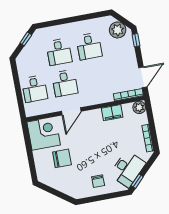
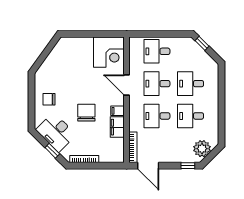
window: (26, 39) -> (202, 43), moved
desk: (95, 78) -> (157, 116), added
plant: (139, 107) -> (118, 156), removed
filing cabinet: (97, 115) -> (118, 111), added
chair: (62, 158) -> (86, 113), moved, turned 180
window: (137, 181) -> (52, 151), moved

